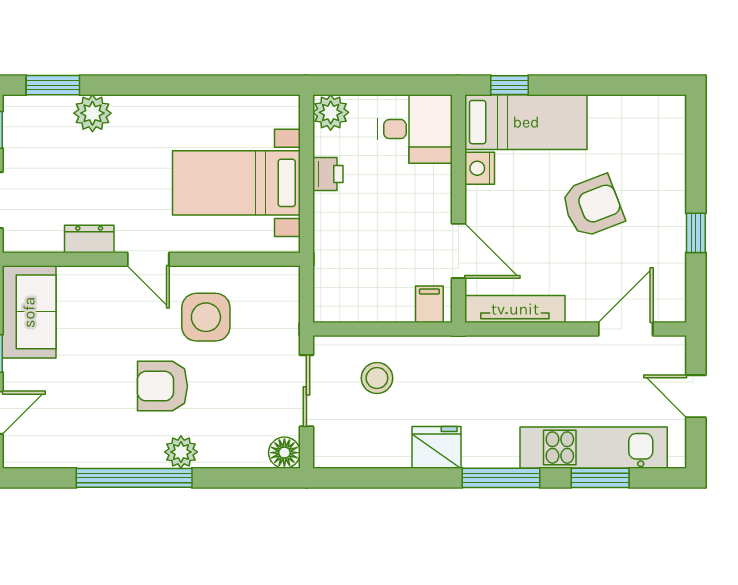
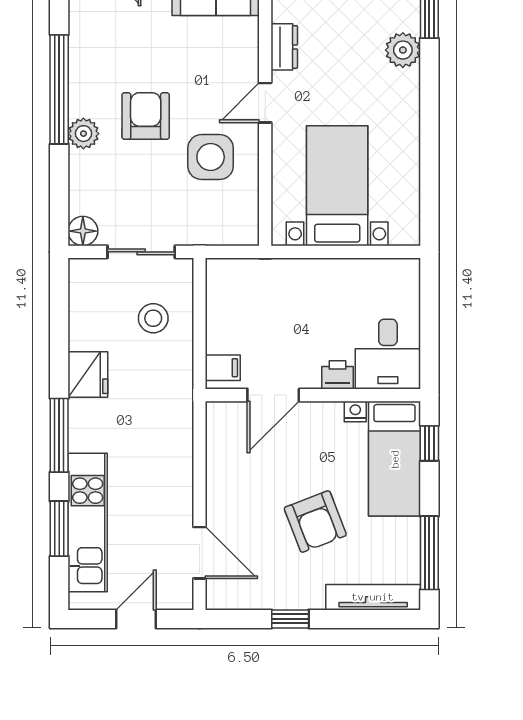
window: (626, 85) -> (429, 553), added
plant: (331, 112) -> (404, 275), removed
nightstand: (480, 168) -> (355, 411), width x0.72, depth x0.74
printer: (328, 174) -> (337, 375), moved, turned 180
tv unit: (515, 309) -> (373, 597), moved, turned -90

